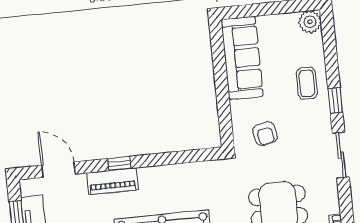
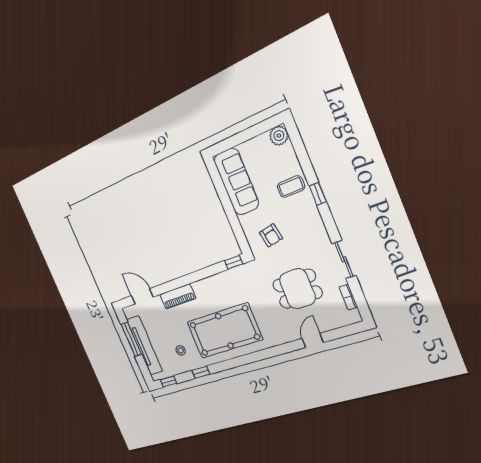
coffee table: (307, 83) -> (291, 187), turned 90
sliding door: (341, 155) -> (344, 259), moved
window: (119, 163) -> (234, 262), moved

